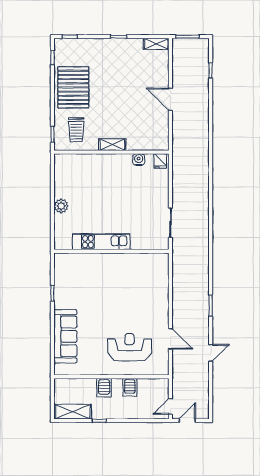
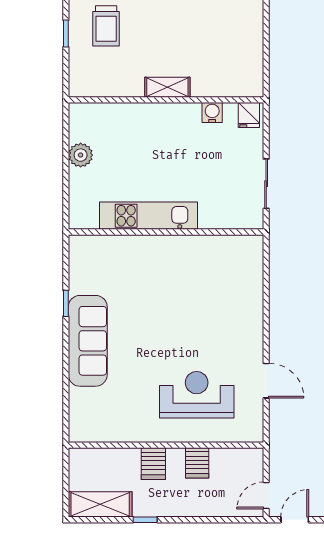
shelving: (112, 145) -> (167, 87), moved
wall: (111, 152) -> (166, 100), moved
water cooler: (139, 160) -> (212, 113), moved
fridge: (160, 161) -> (249, 115), moved
sofa: (65, 336) -> (88, 341), moved

